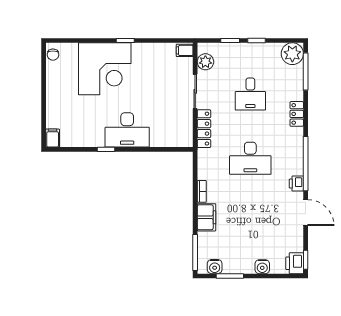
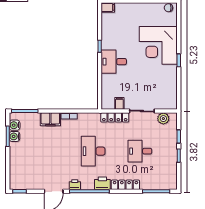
filing cabinet: (185, 50) -> (119, 103), moved
plant: (292, 54) -> (169, 182), removed
locker: (297, 114) -> (125, 185), width x1.53
desk: (127, 130) -> (114, 62), width x0.73
printer: (295, 263) -> (102, 183), moved
water cooler: (262, 267) -> (14, 136), moved

